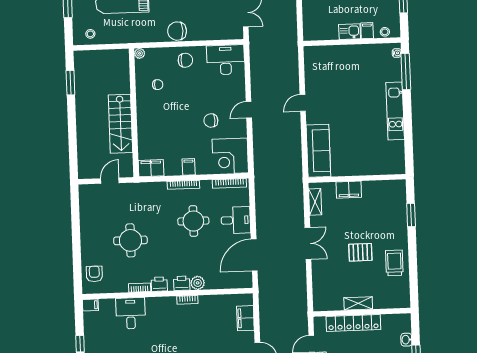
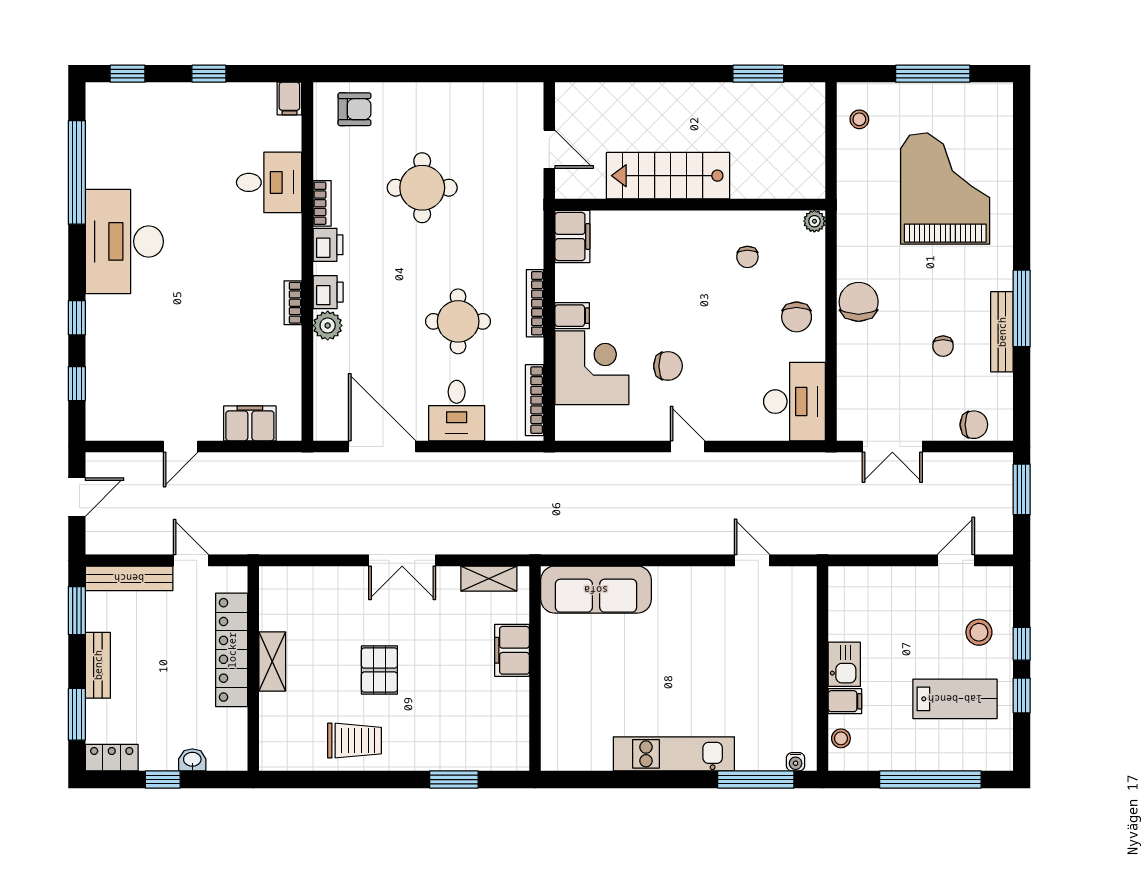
door: (303, 103) -> (752, 560), moved
chair: (211, 121) -> (668, 366), turned 90
corner desk: (230, 156) -> (592, 368), moved, turned 90

